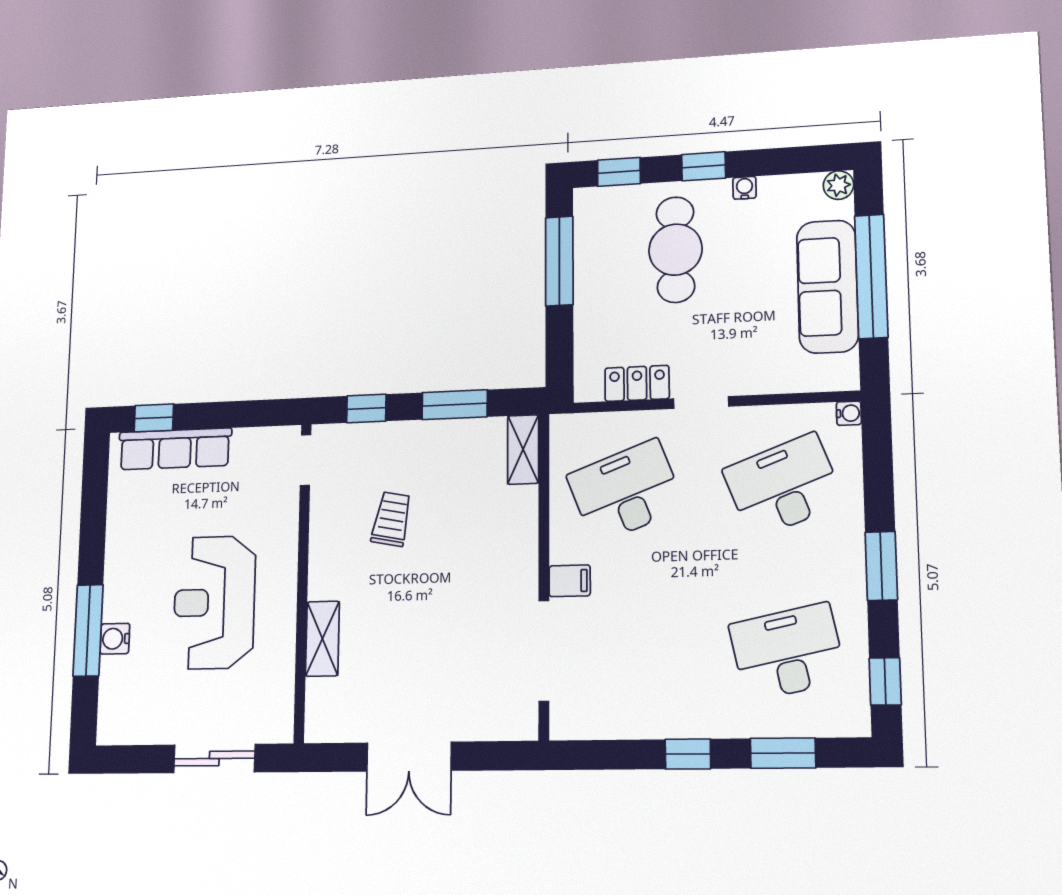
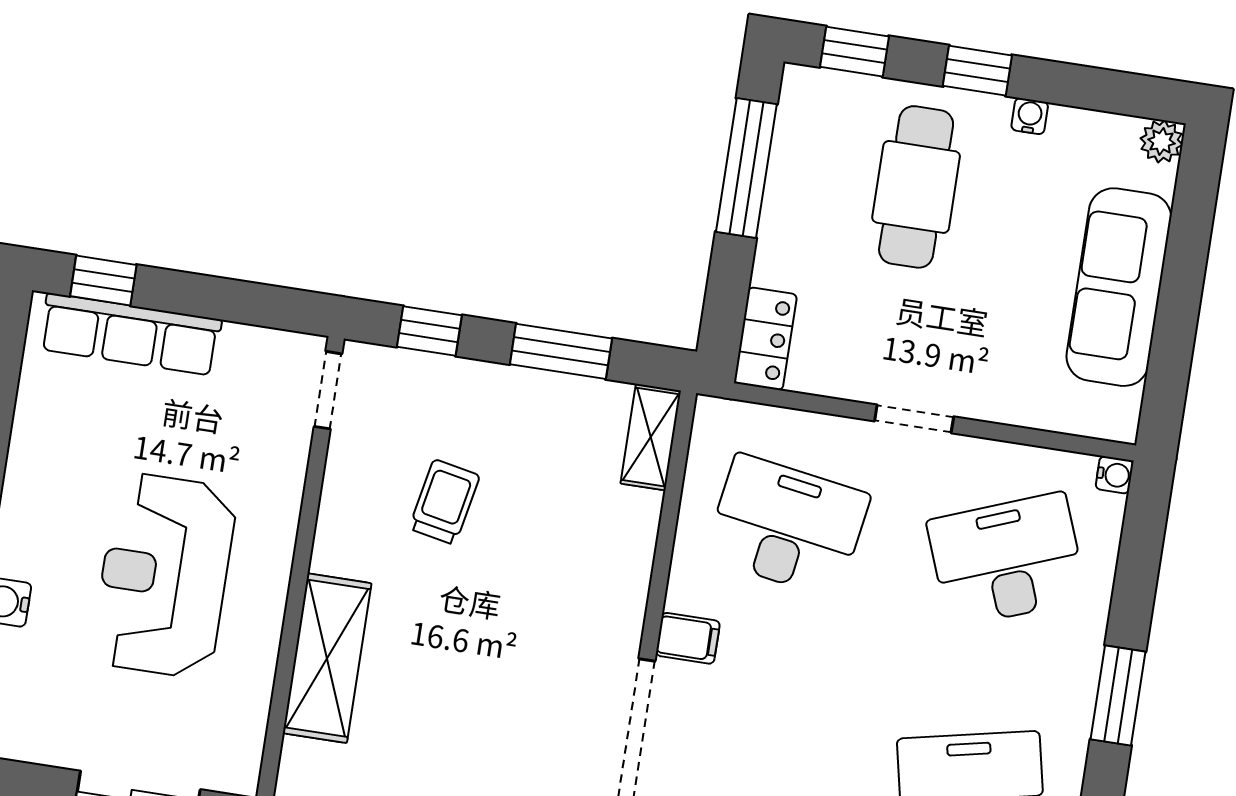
window: (871, 276) -> (1182, 285), removed
locker: (637, 383) -> (765, 339), moved, turned 90
desk: (626, 491) -> (787, 526), turned 30
shelving: (322, 639) -> (327, 658), width x1.50, depth x1.33

